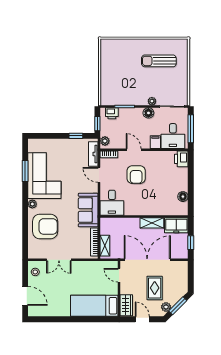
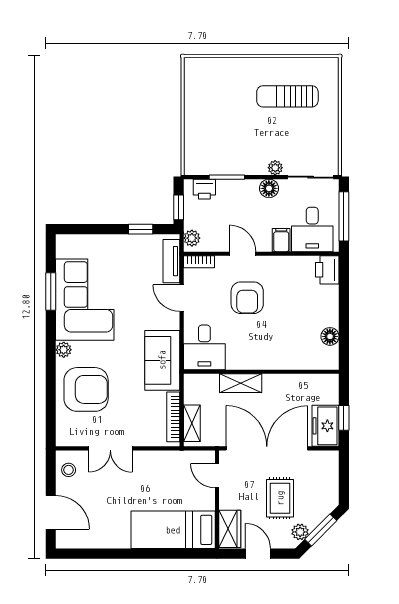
shelving: (152, 223) -> (241, 383), moved
freezer: (176, 225) -> (325, 426), moved, turned 90

